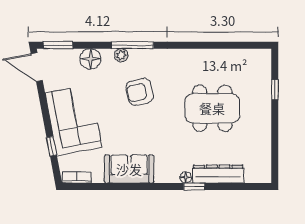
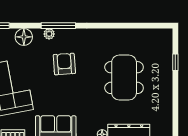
armchair: (140, 92) -> (64, 64), turned 99
dining table: (212, 108) -> (124, 78), turned 90

